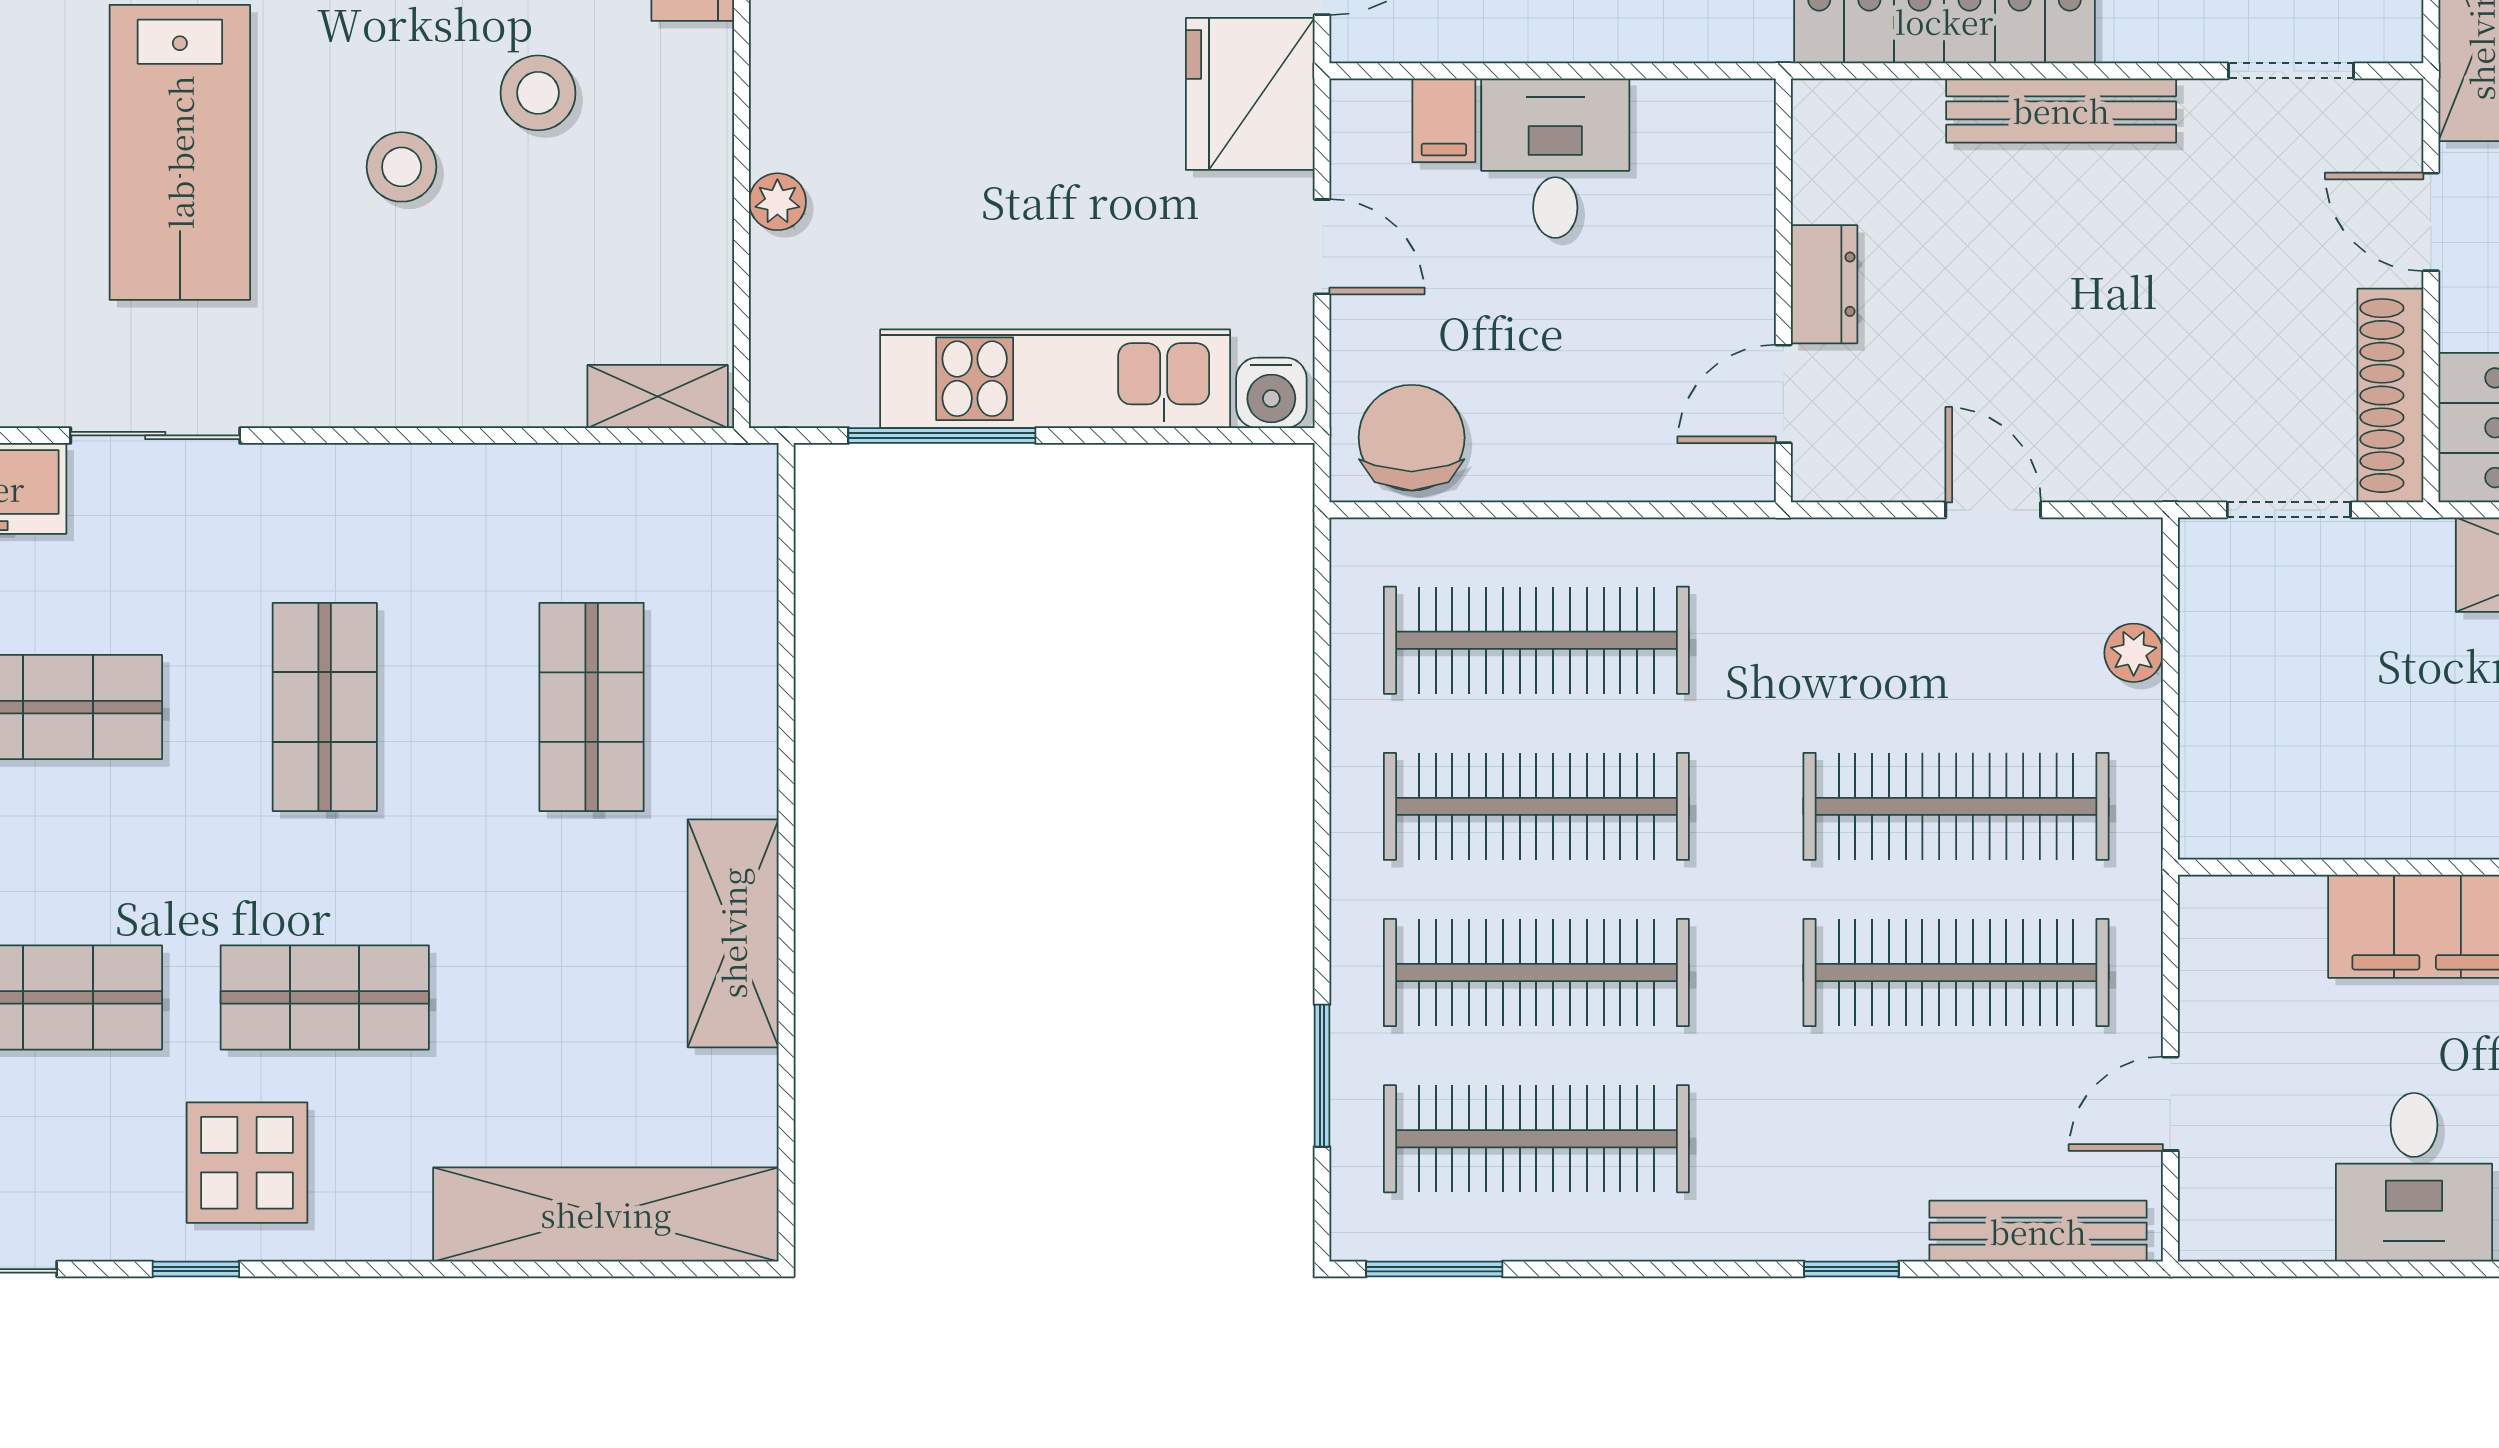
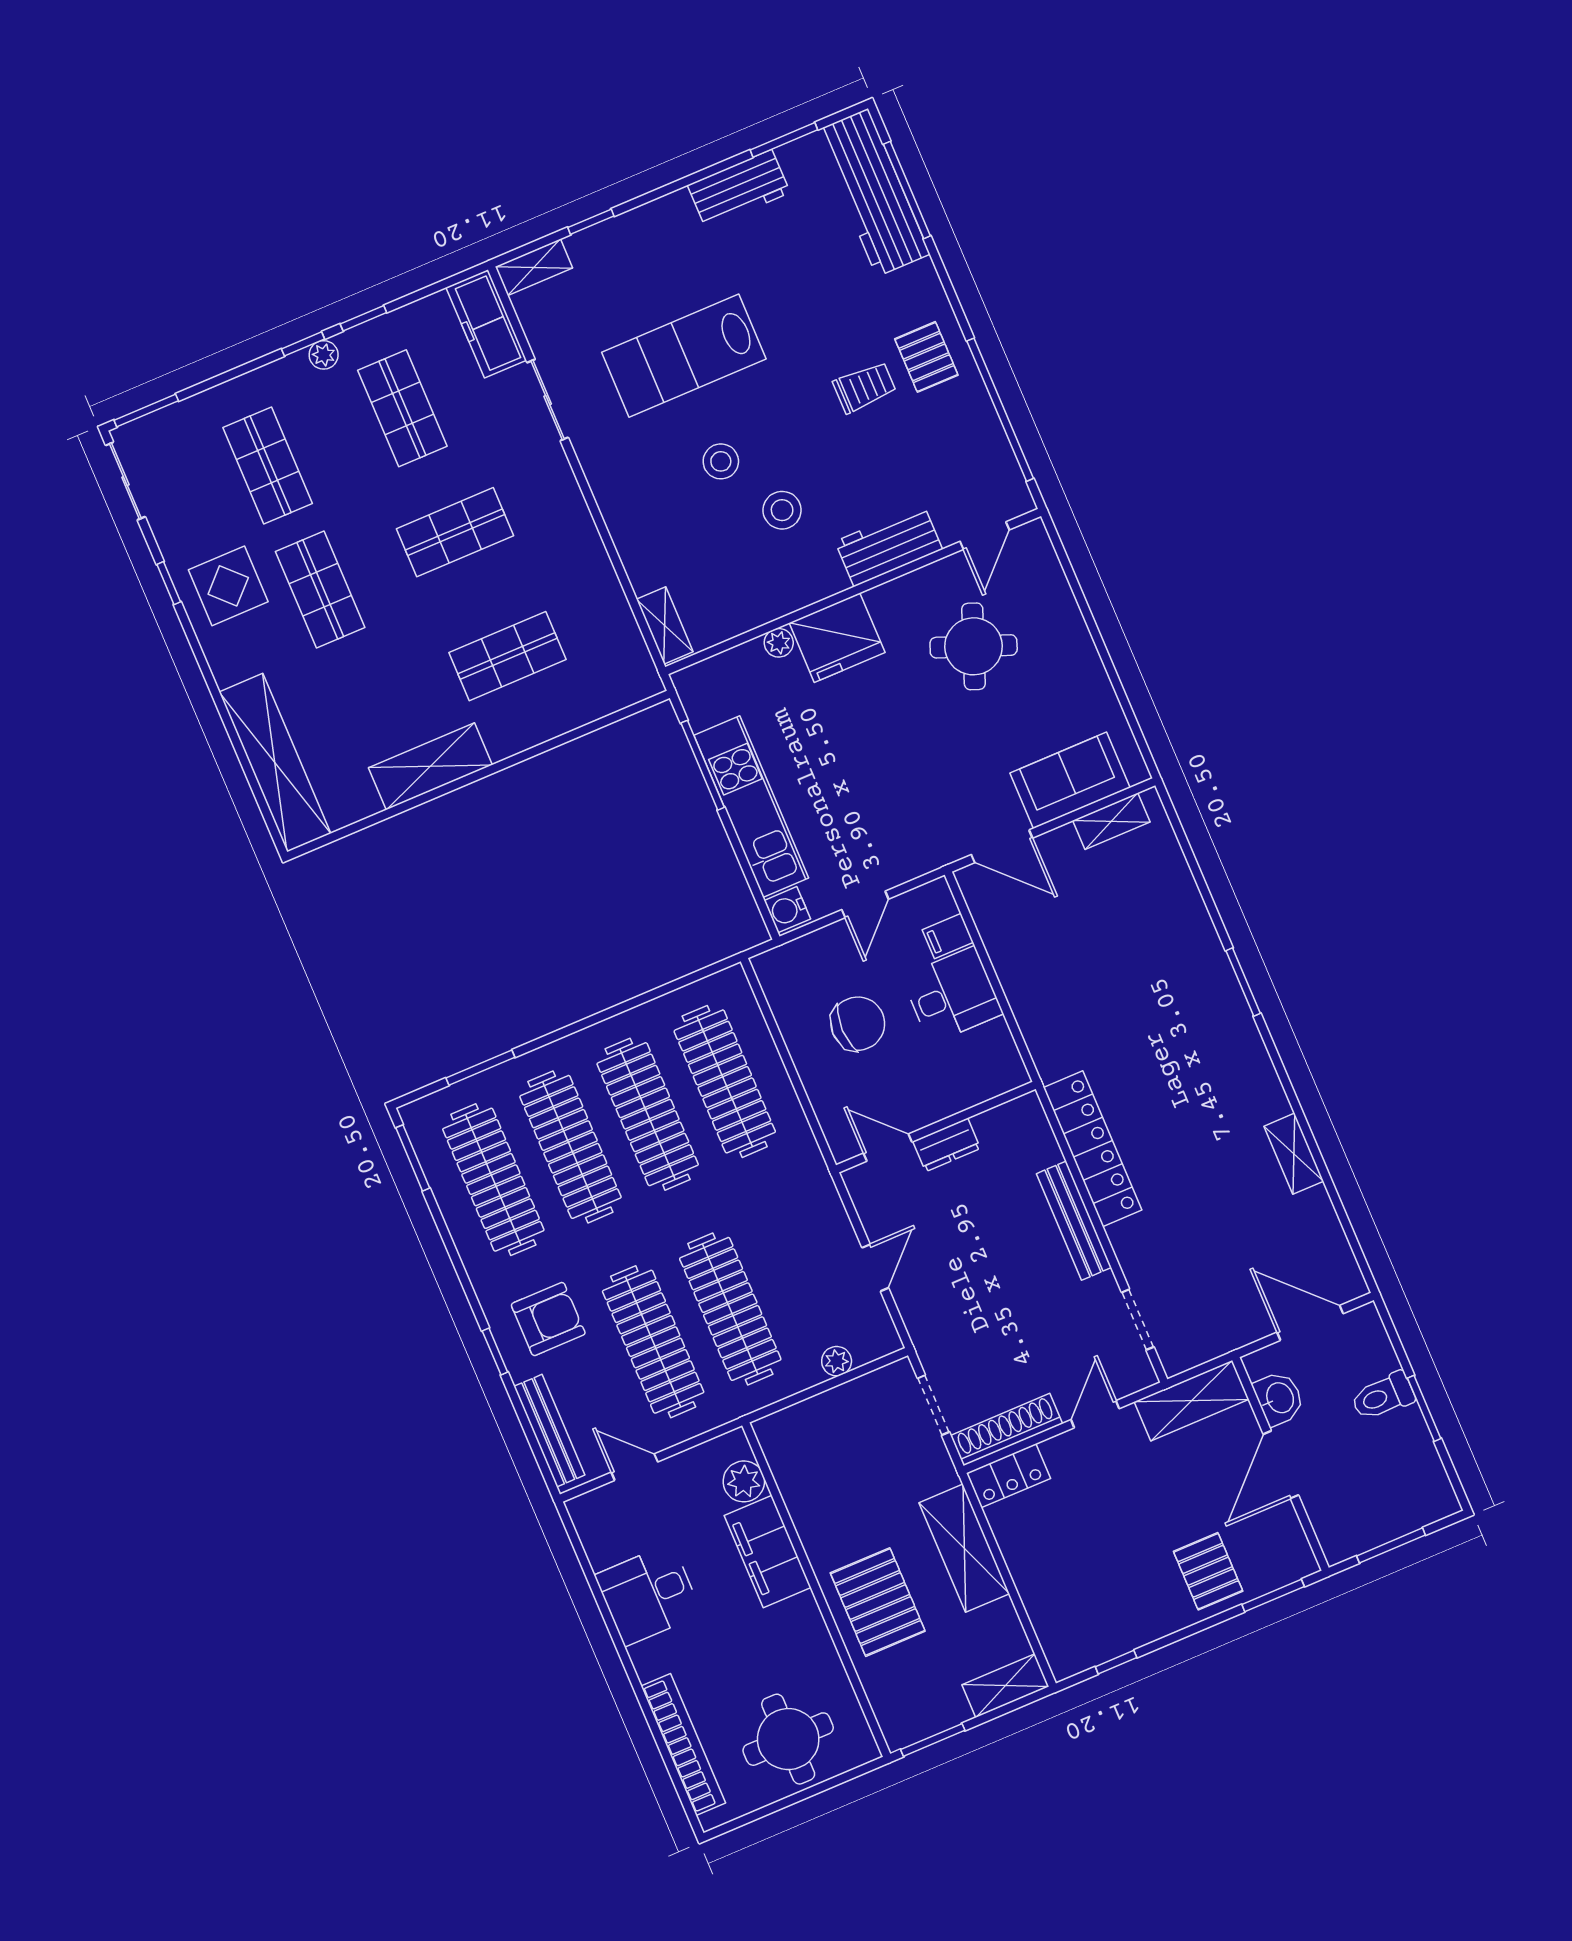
fridge: (1250, 94) -> (837, 638), moved, turned 180
chair: (1412, 438) -> (858, 1024), moved
plant: (2281, 915) -> (744, 1481), added
armchair: (1833, 1147) -> (548, 1319), added

